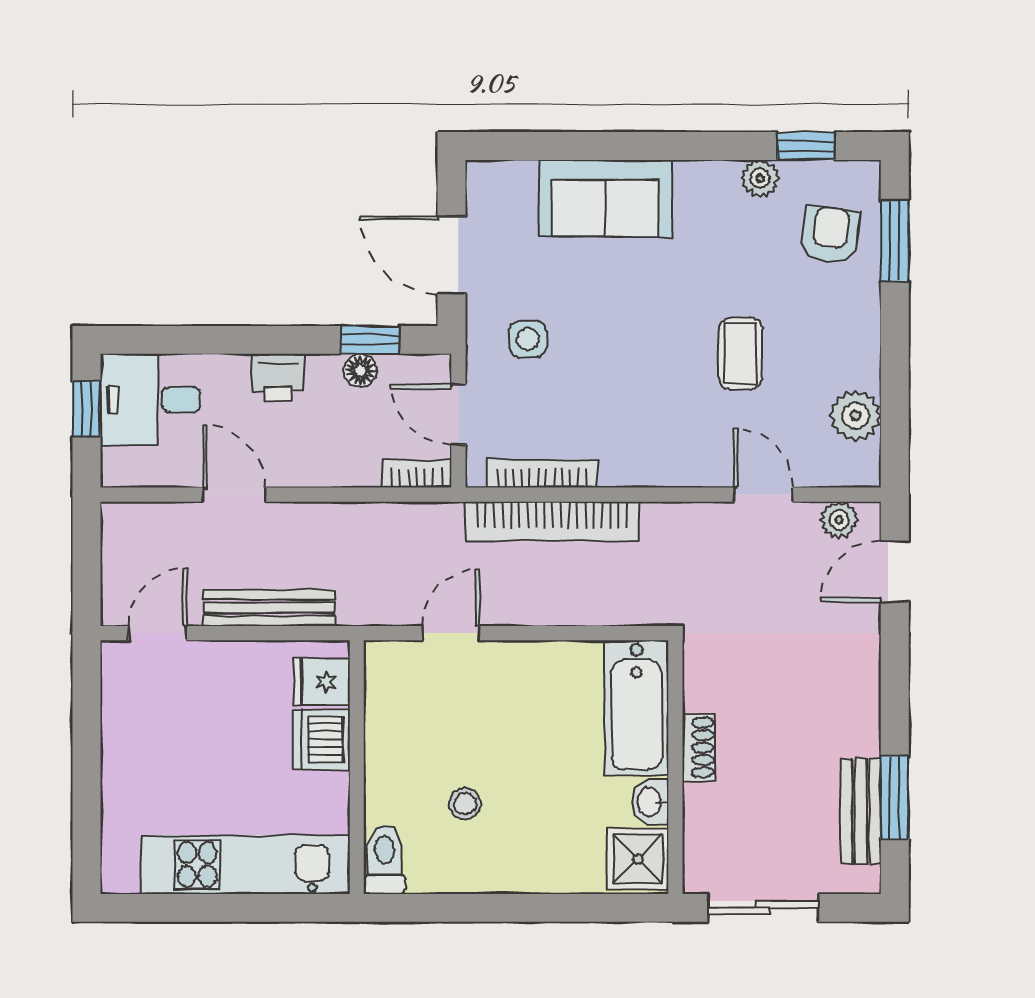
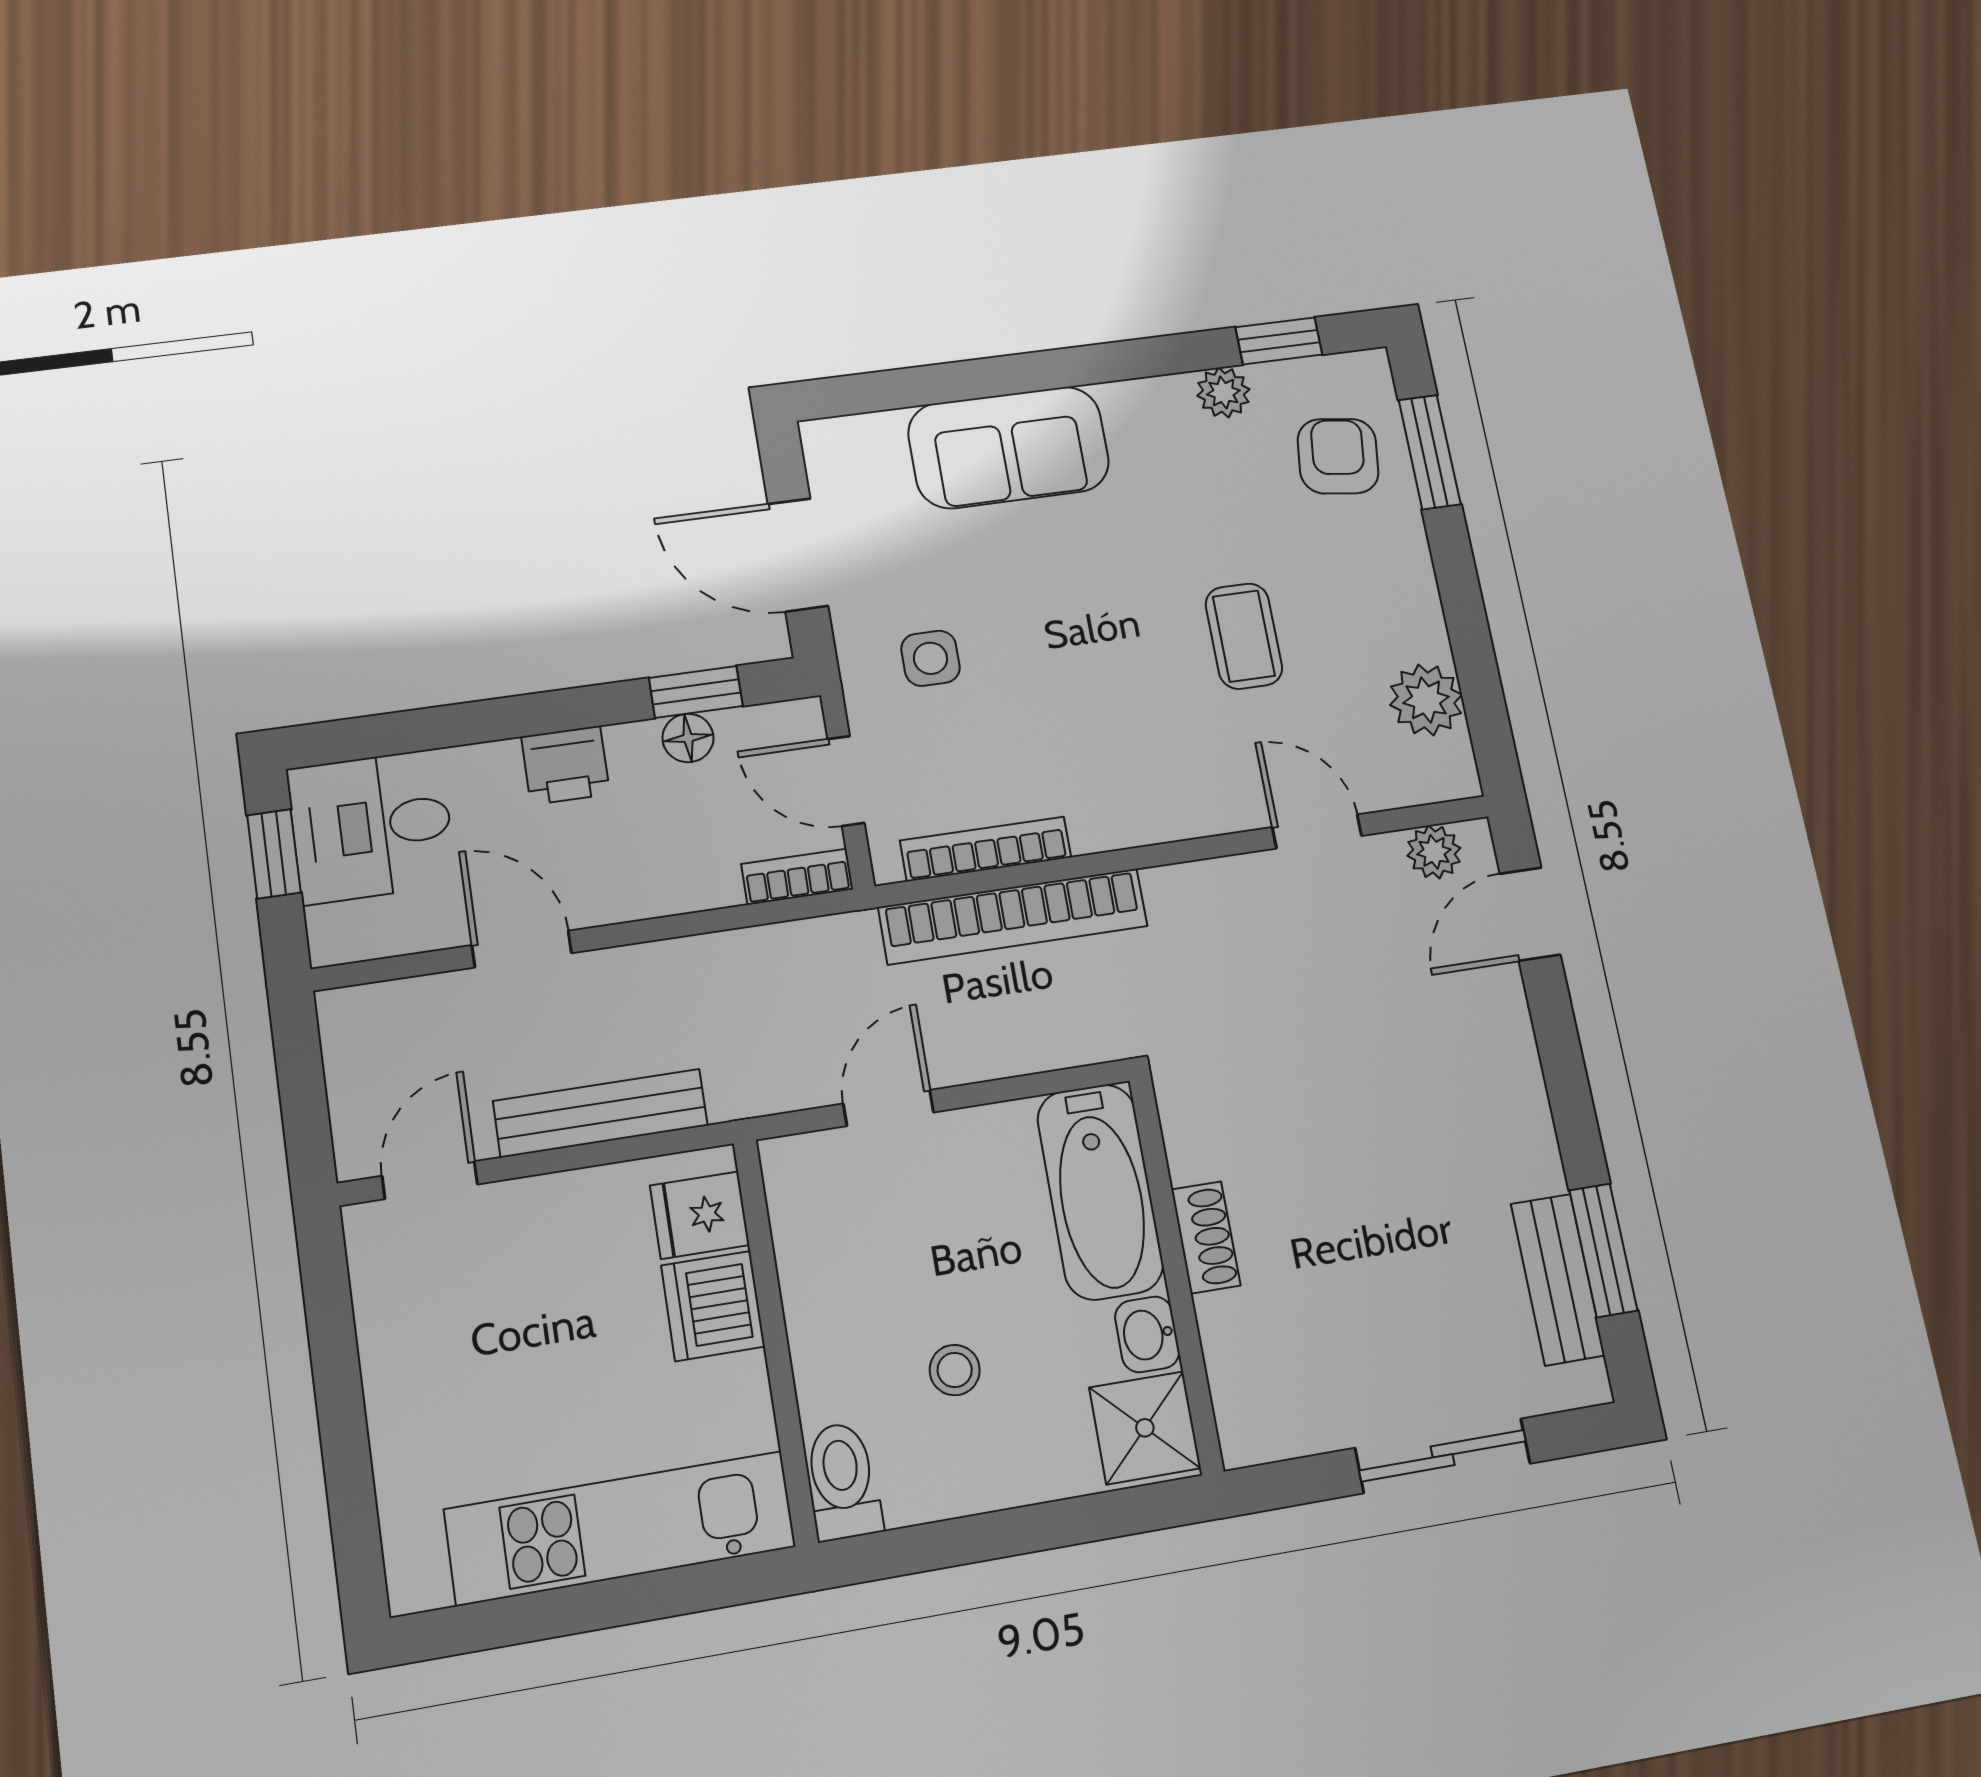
bathtub: (637, 708) -> (1100, 1192), moved
shoe rack: (699, 748) -> (1206, 1237), moved
wall: (675, 767) -> (1176, 1273), moved
washbasin: (650, 802) -> (1147, 1334), moved
shower: (638, 859) -> (1145, 1428), moved

